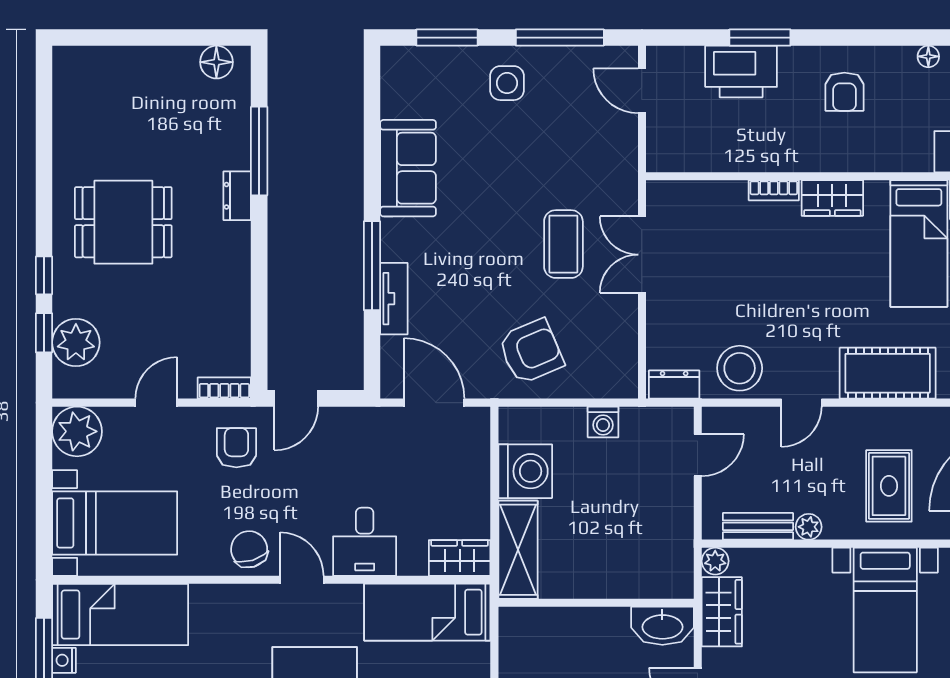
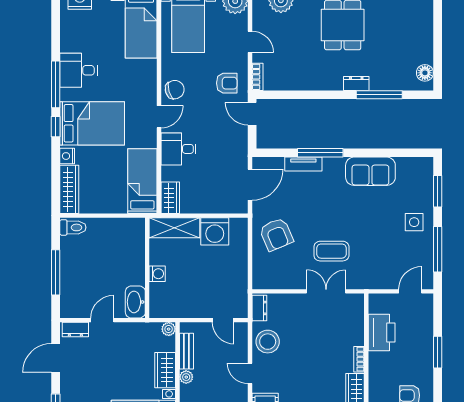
printer: (741, 71) -> (382, 332), moved, turned 180
washing machine: (603, 422) -> (157, 274), moved, turned 180
wardrobe: (722, 612) -> (165, 370), moved, turned 90

